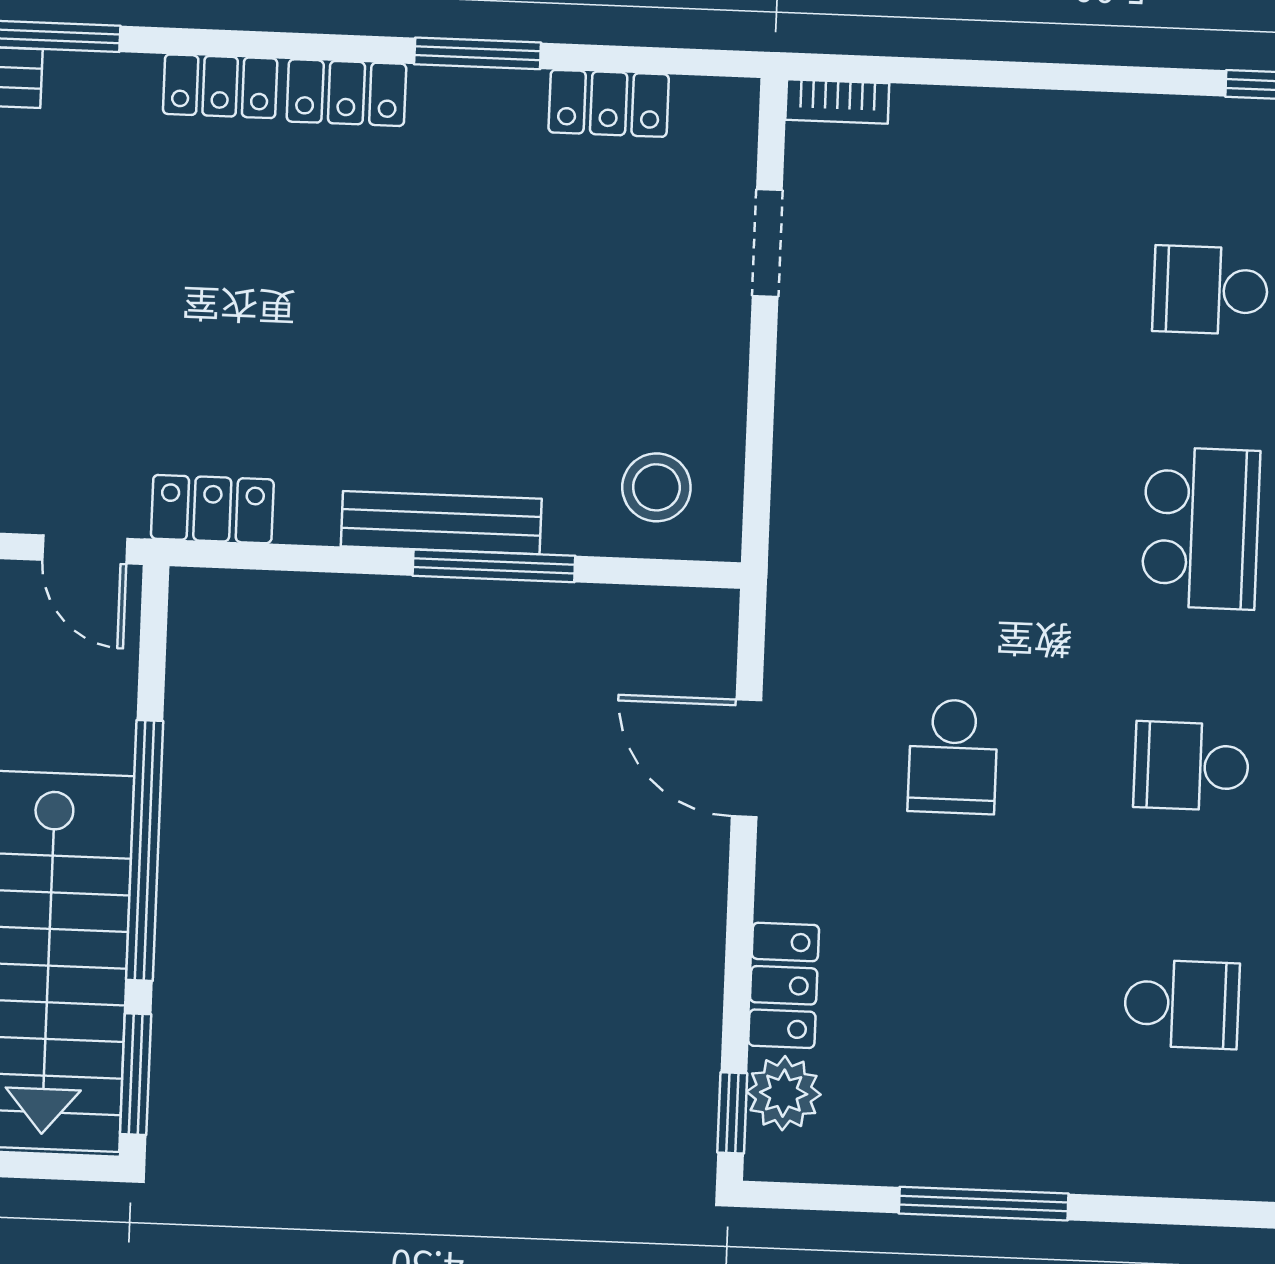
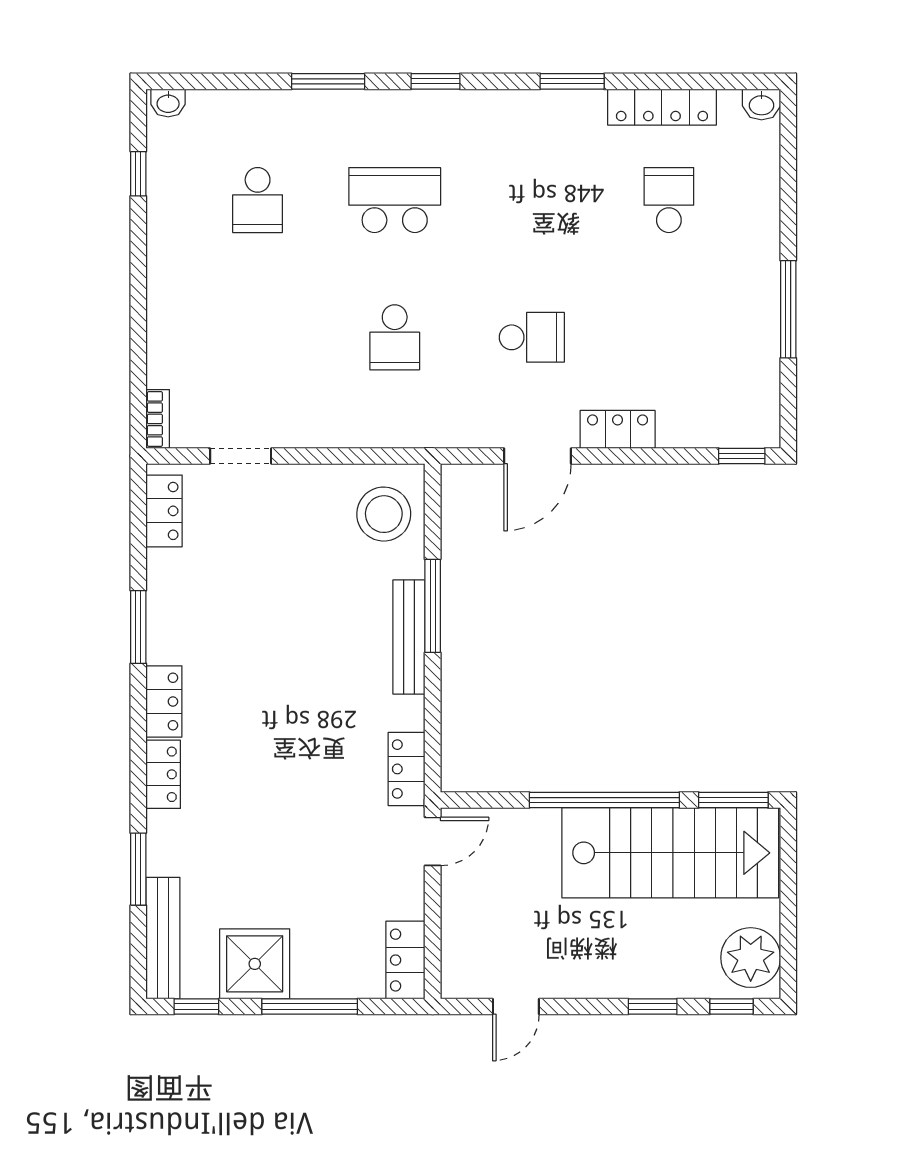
locker: (609, 103) -> (164, 511), moved
stool: (656, 487) -> (384, 514), width x1.38, depth x1.38
school desk: (1191, 766) -> (395, 337), moved
locker: (784, 985) -> (618, 429), moved
plant: (784, 1093) -> (729, 427), removed

